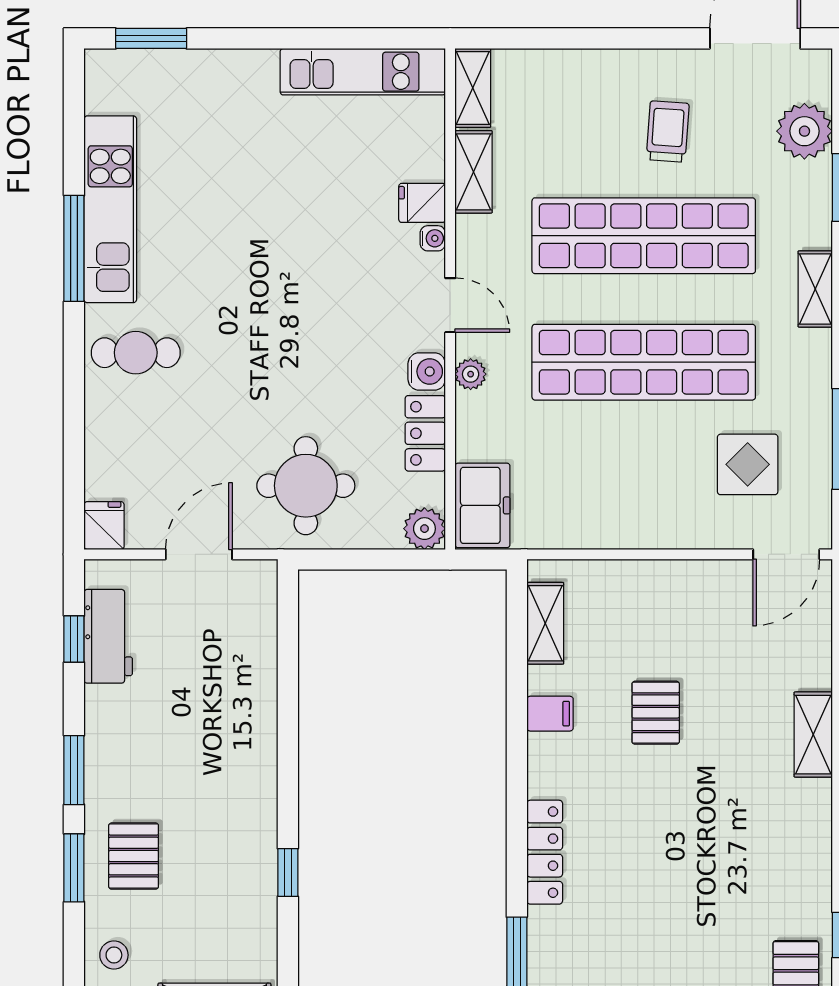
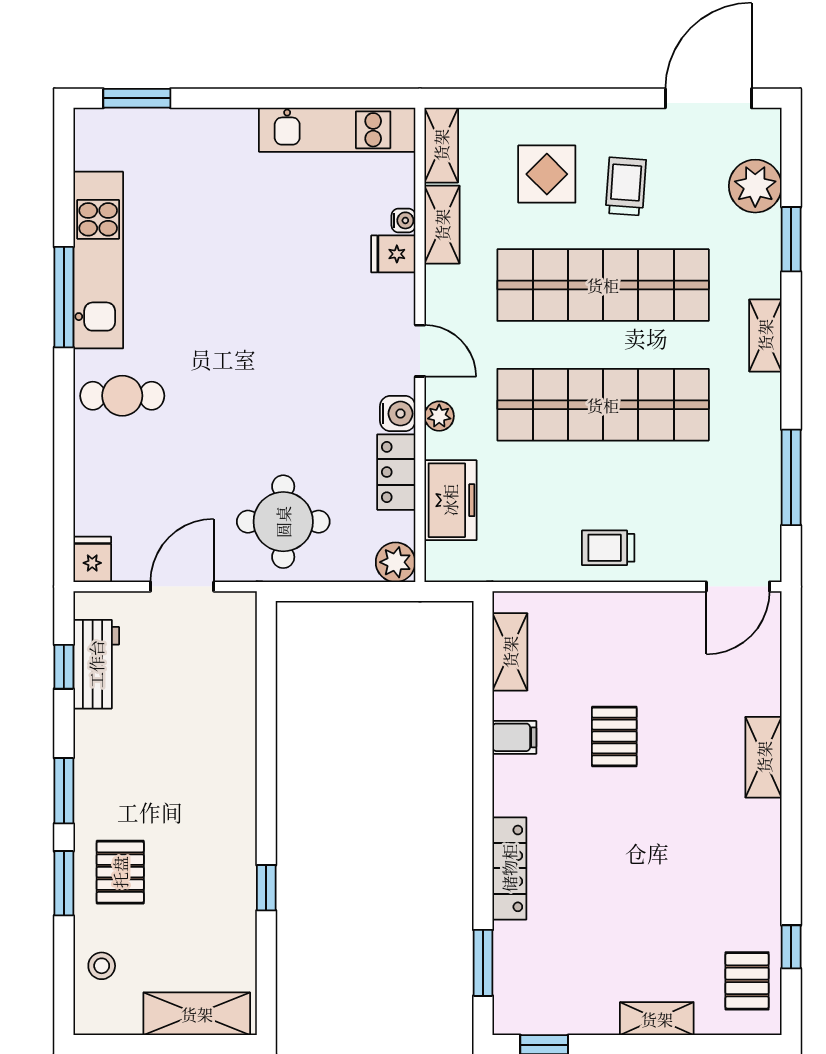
water cooler: (433, 238) -> (403, 220), moved
display table: (748, 464) -> (547, 174), moved
freezer: (482, 505) -> (450, 500), moved
trolley: (649, 513) -> (608, 548), added

